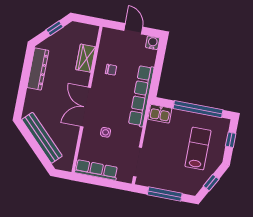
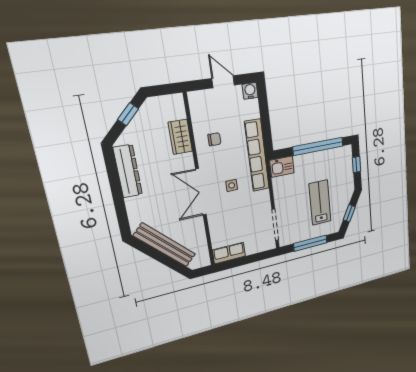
side table: (106, 132) -> (232, 185), moved
lab bench: (198, 148) -> (320, 203), moved
row of seats: (96, 170) -> (229, 253), width x0.68

